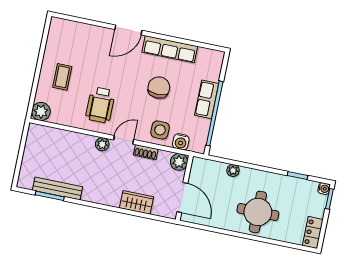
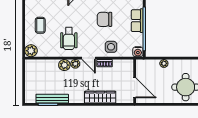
chair: (159, 88) -> (105, 19), turned -90
door: (124, 140) -> (89, 58), swing flipped
water cooler: (181, 142) -> (138, 52), moved
plant: (179, 162) -> (64, 65), moved
wardrobe: (137, 202) -> (100, 97), width x1.50

